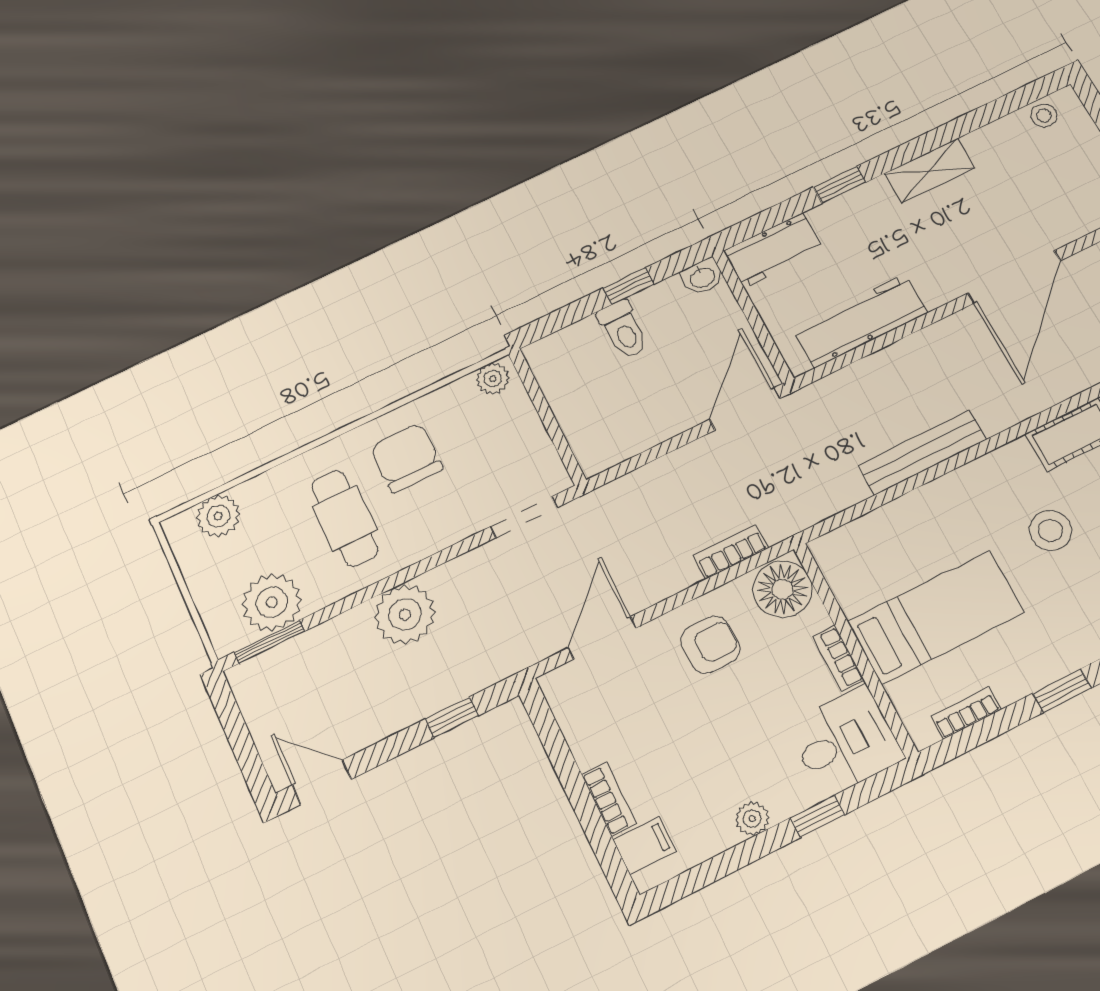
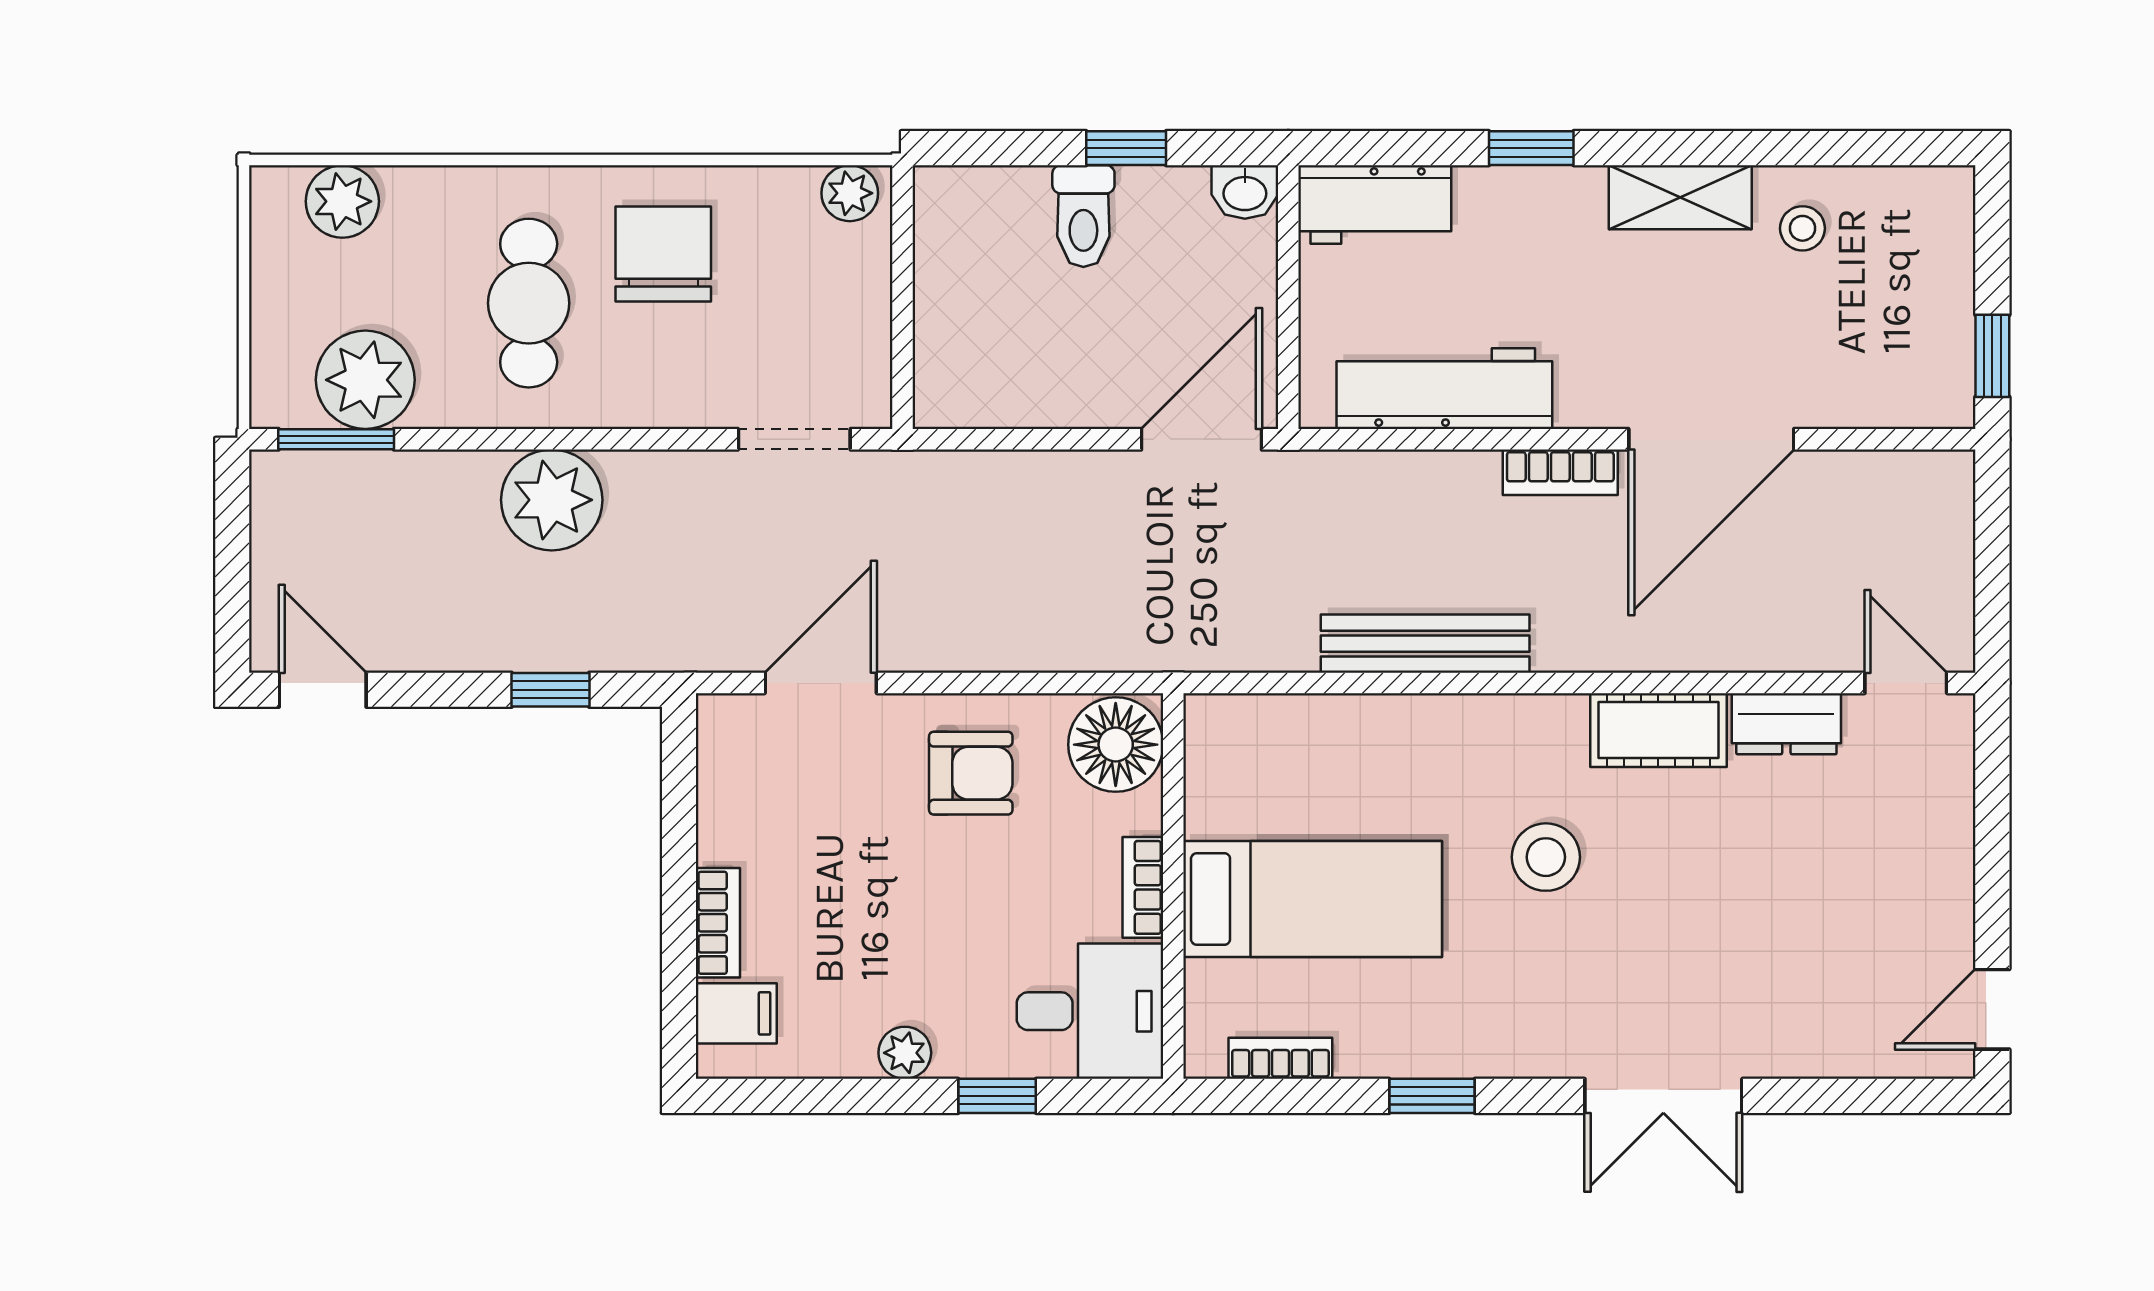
stool: (1044, 116) -> (1802, 228), moved
bookcase: (731, 552) -> (1560, 472), moved, turned 180

